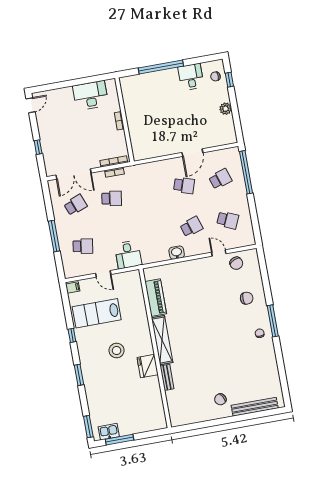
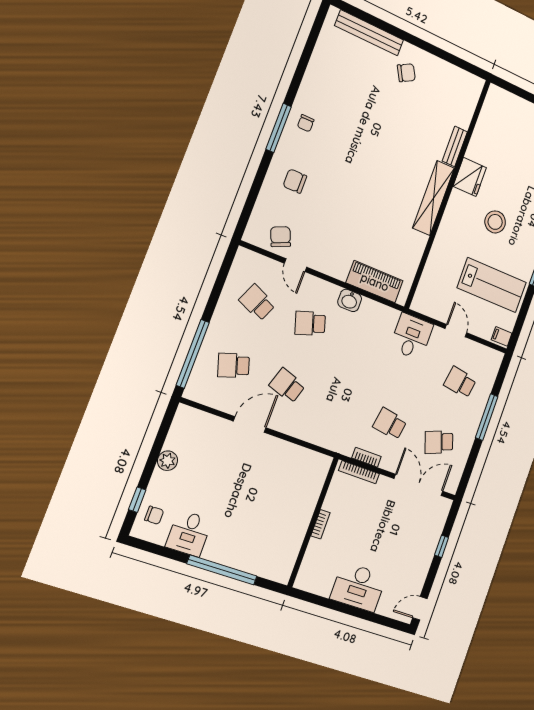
desk: (90, 95) -> (358, 587), moved
piano: (156, 298) -> (375, 282), moved, turned 90

